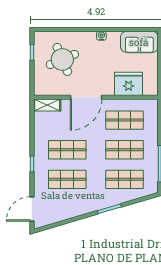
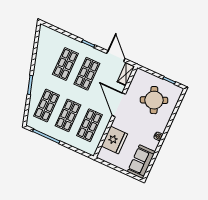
door: (32, 209) -> (116, 56), moved

